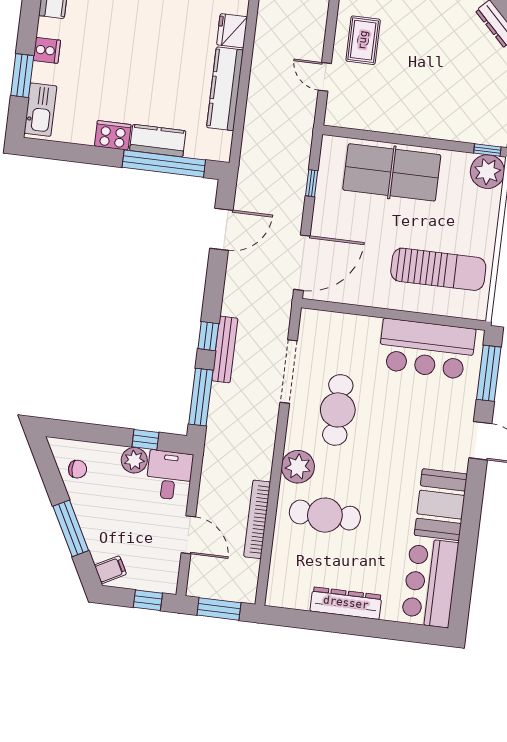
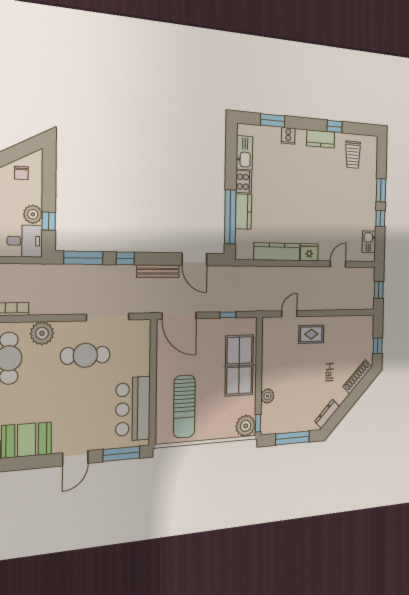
kitchen sink: (40, 110) -> (244, 153), moved, turned -90
plant: (448, 129) -> (267, 396), added
bench: (225, 349) -> (158, 271), moved

